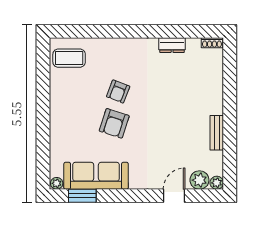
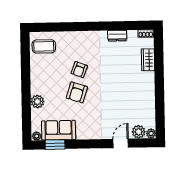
wardrobe: (214, 80) -> (148, 60), added
bench: (217, 133) -> (150, 98), removed
plant: (59, 135) -> (37, 101), added
sofa: (96, 176) -> (59, 130), width x0.73

